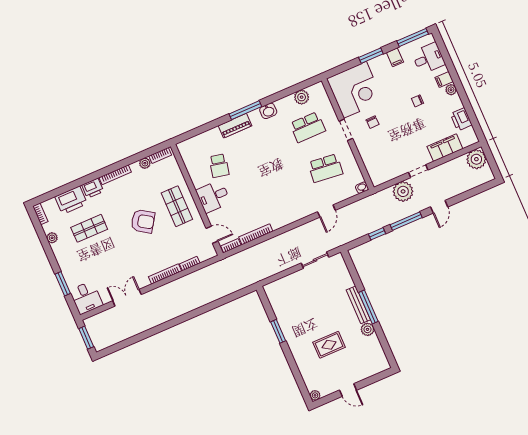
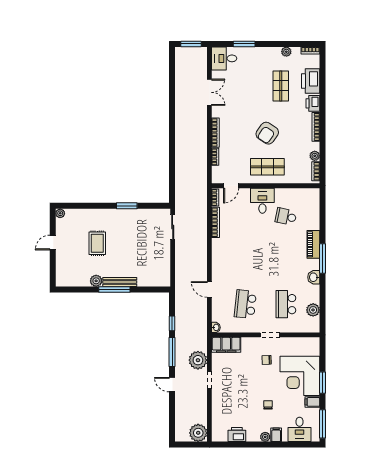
corner desk: (355, 90) -> (300, 376), moved
filing cabinet: (445, 148) -> (226, 345), moved, turned 90
sliding door: (315, 260) -> (173, 227), moved

